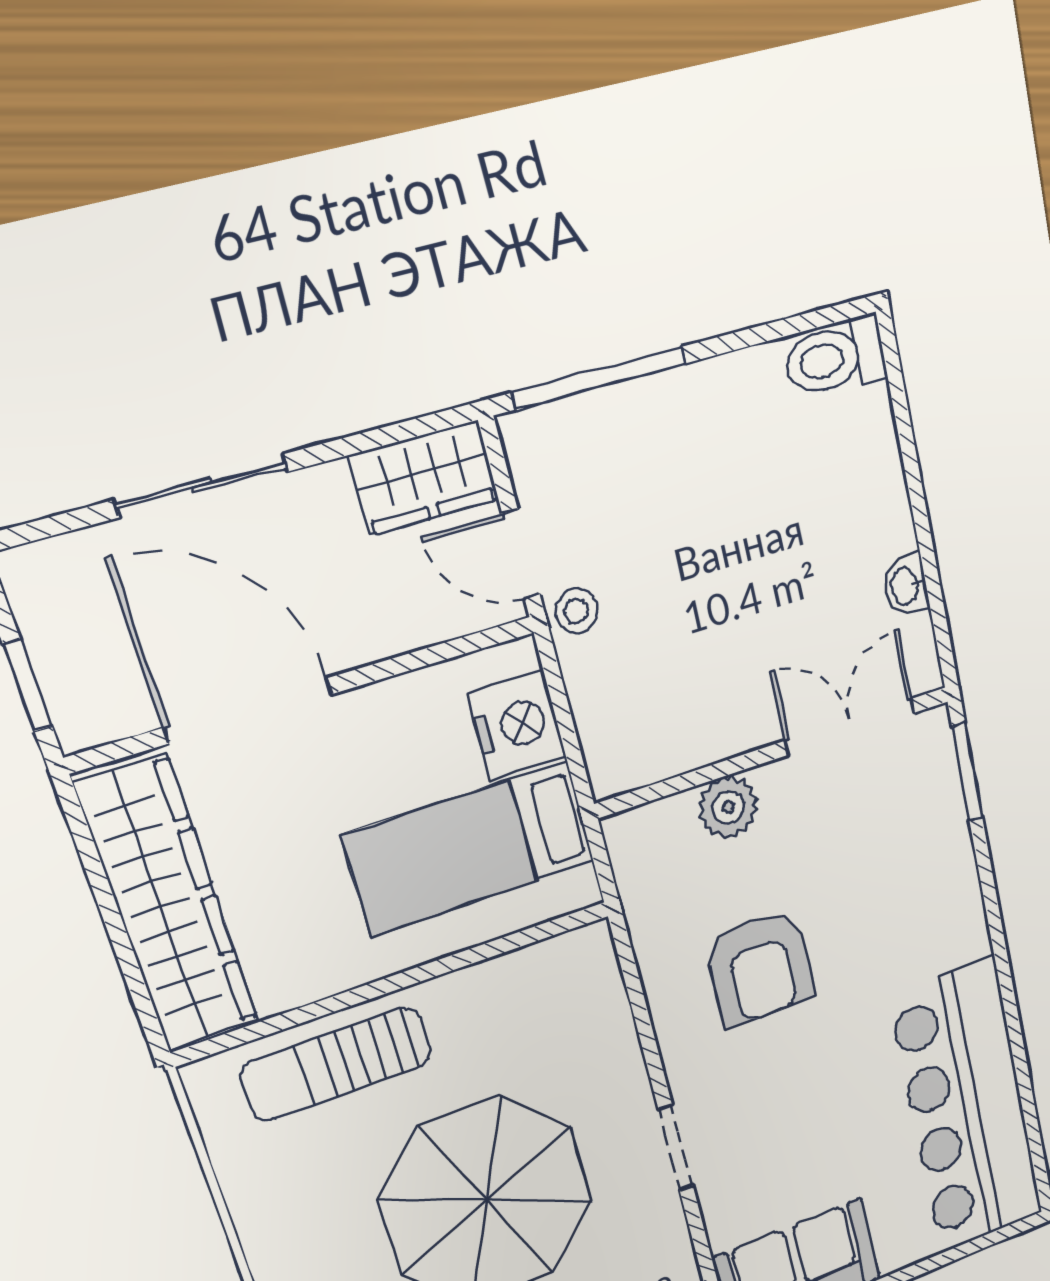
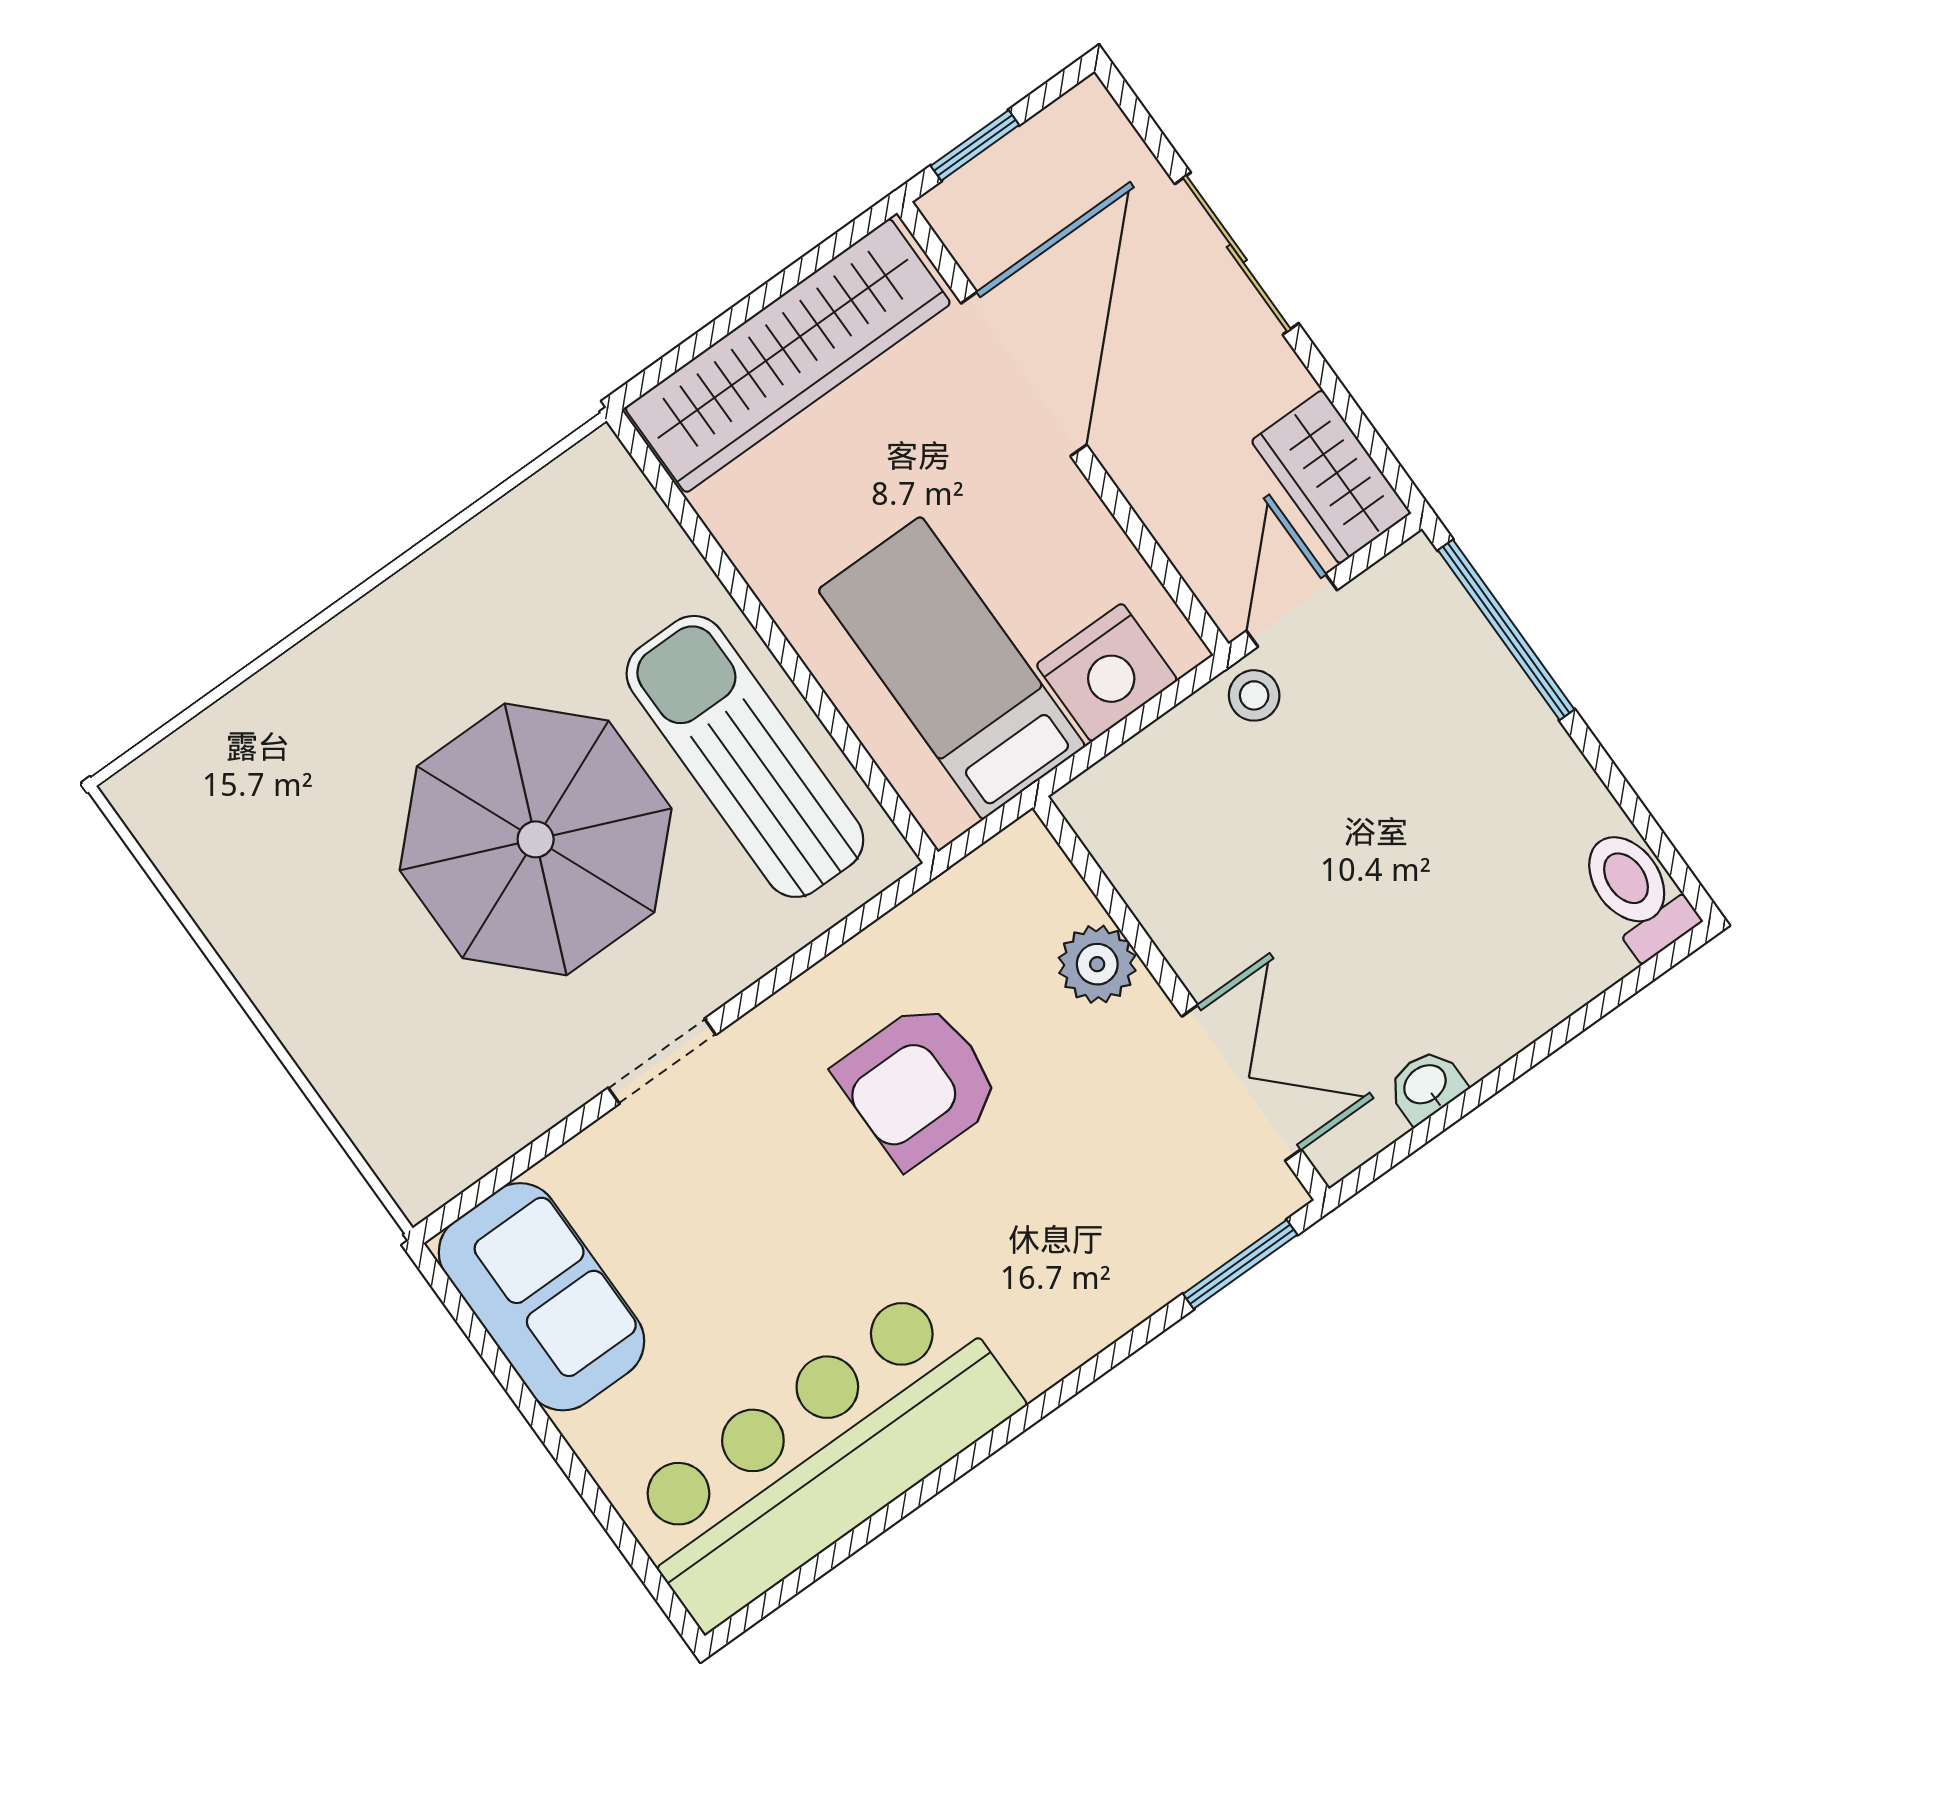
sun lounger: (337, 1064) -> (745, 756), moved, width x1.36, depth x1.34

